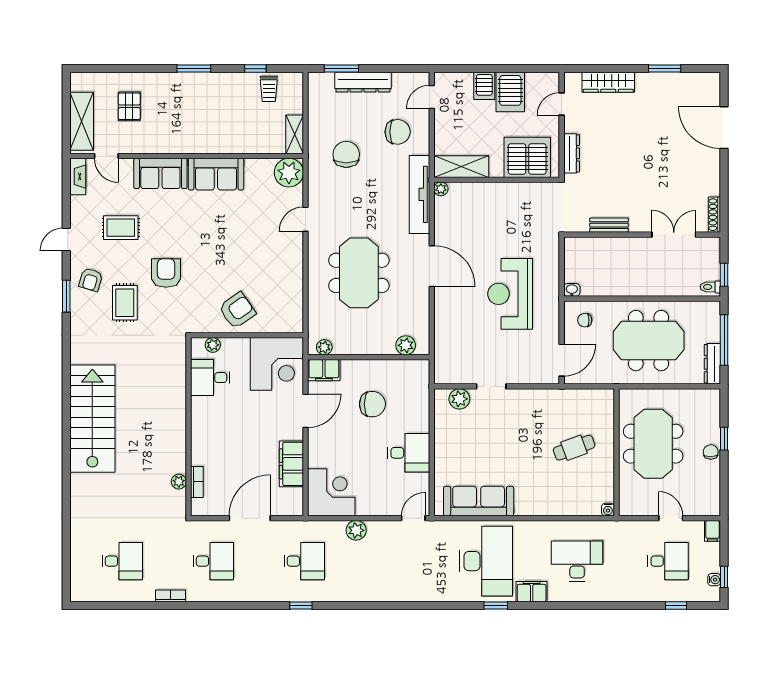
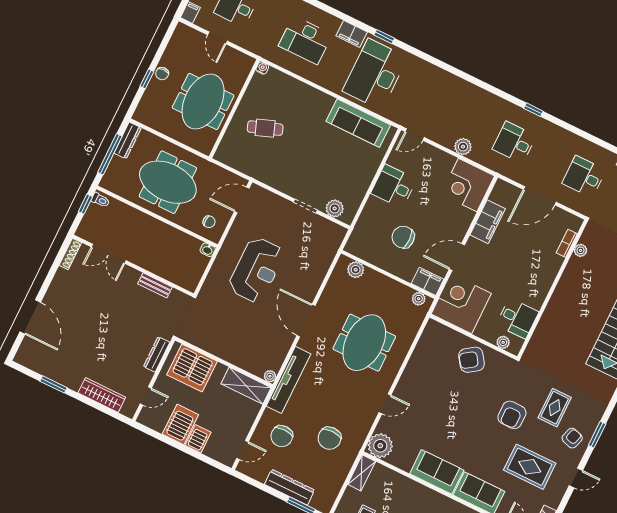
chair: (398, 132) -> (282, 436), turned -90
rug: (121, 228) -> (530, 467), width x1.36, depth x1.43

